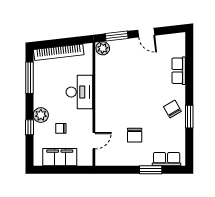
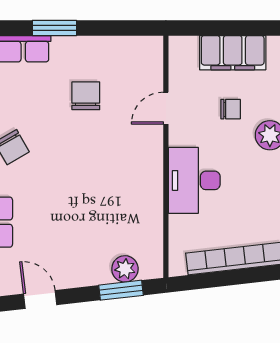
door: (146, 33) -> (40, 299), moved
plant: (103, 48) -> (125, 269), moved
door: (94, 141) -> (166, 108), moved

